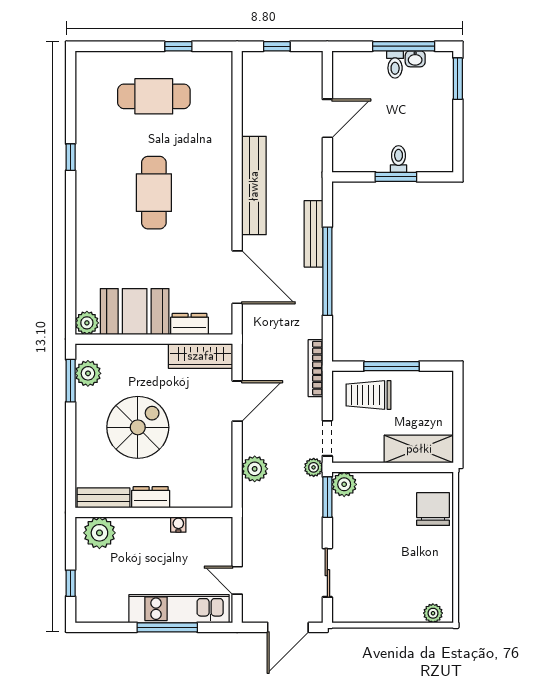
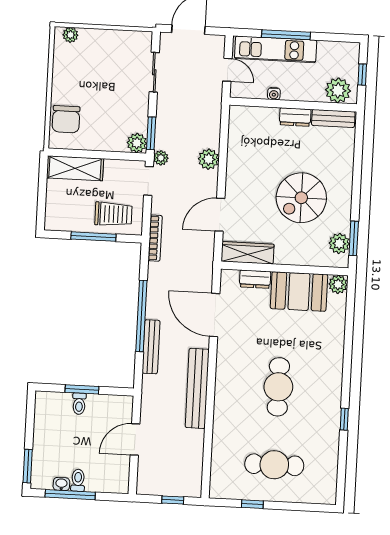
dresser: (151, 497) -> (295, 117), moved
bench: (103, 498) -> (333, 118), moved
wall: (154, 512) -> (293, 105), moved
water cooler: (178, 525) -> (274, 94), moved
plant: (99, 533) -> (338, 90), moved

